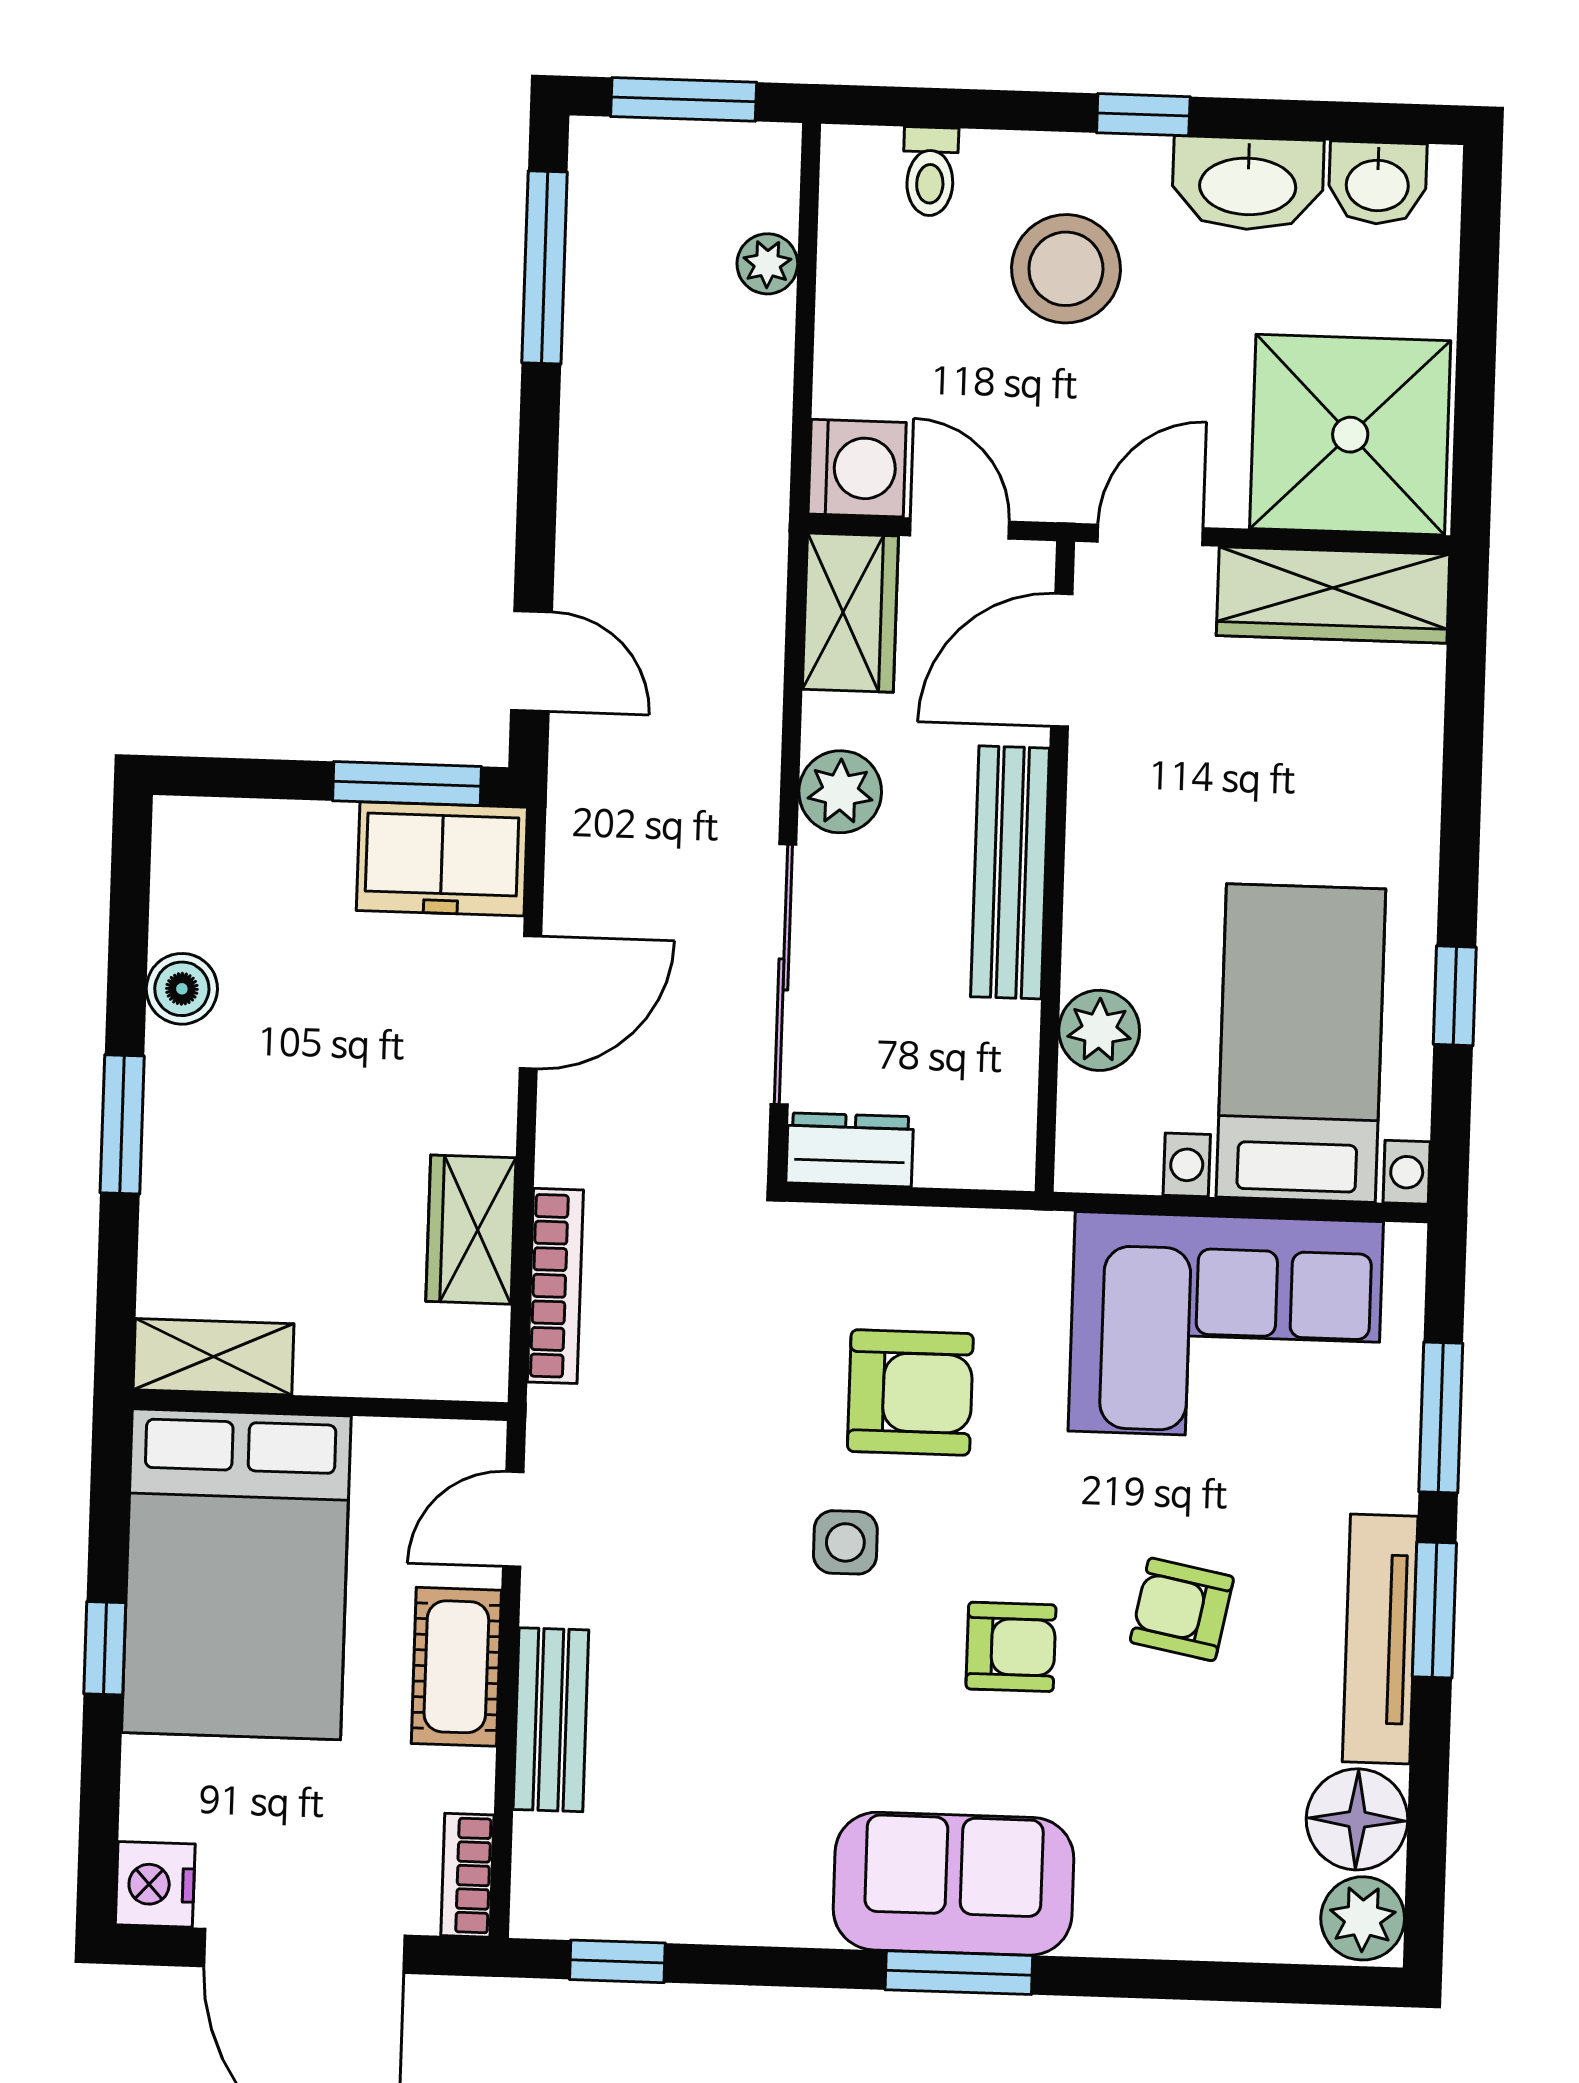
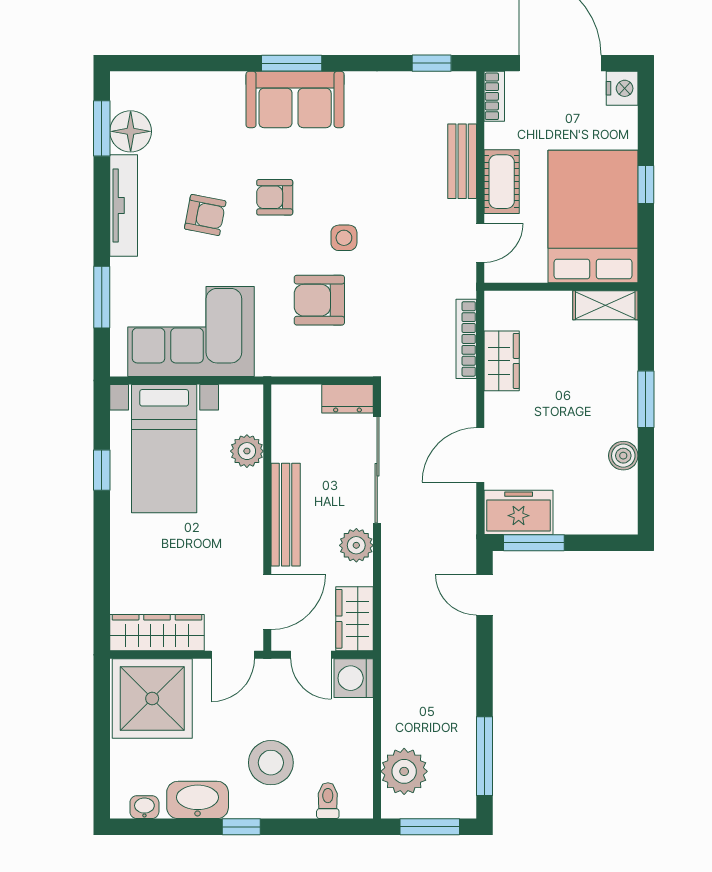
washbasin: (1377, 183) -> (144, 807), width x0.72, depth x0.69
plant: (767, 264) -> (404, 771), width x1.88, depth x1.88
window: (1434, 1610) -> (102, 128), moved
plant: (1363, 1918) -> (127, 91), removed

